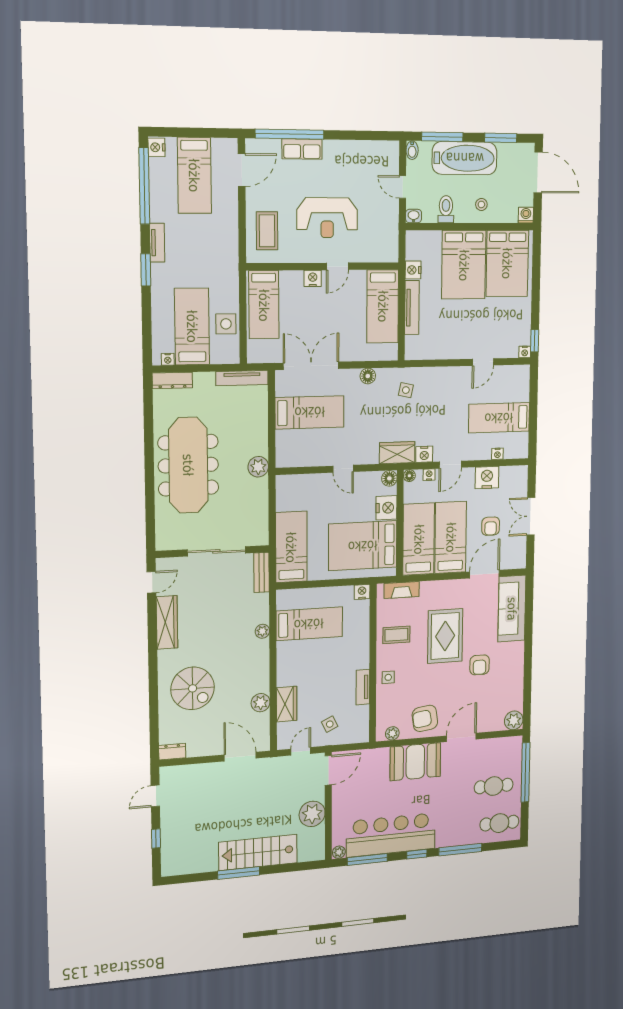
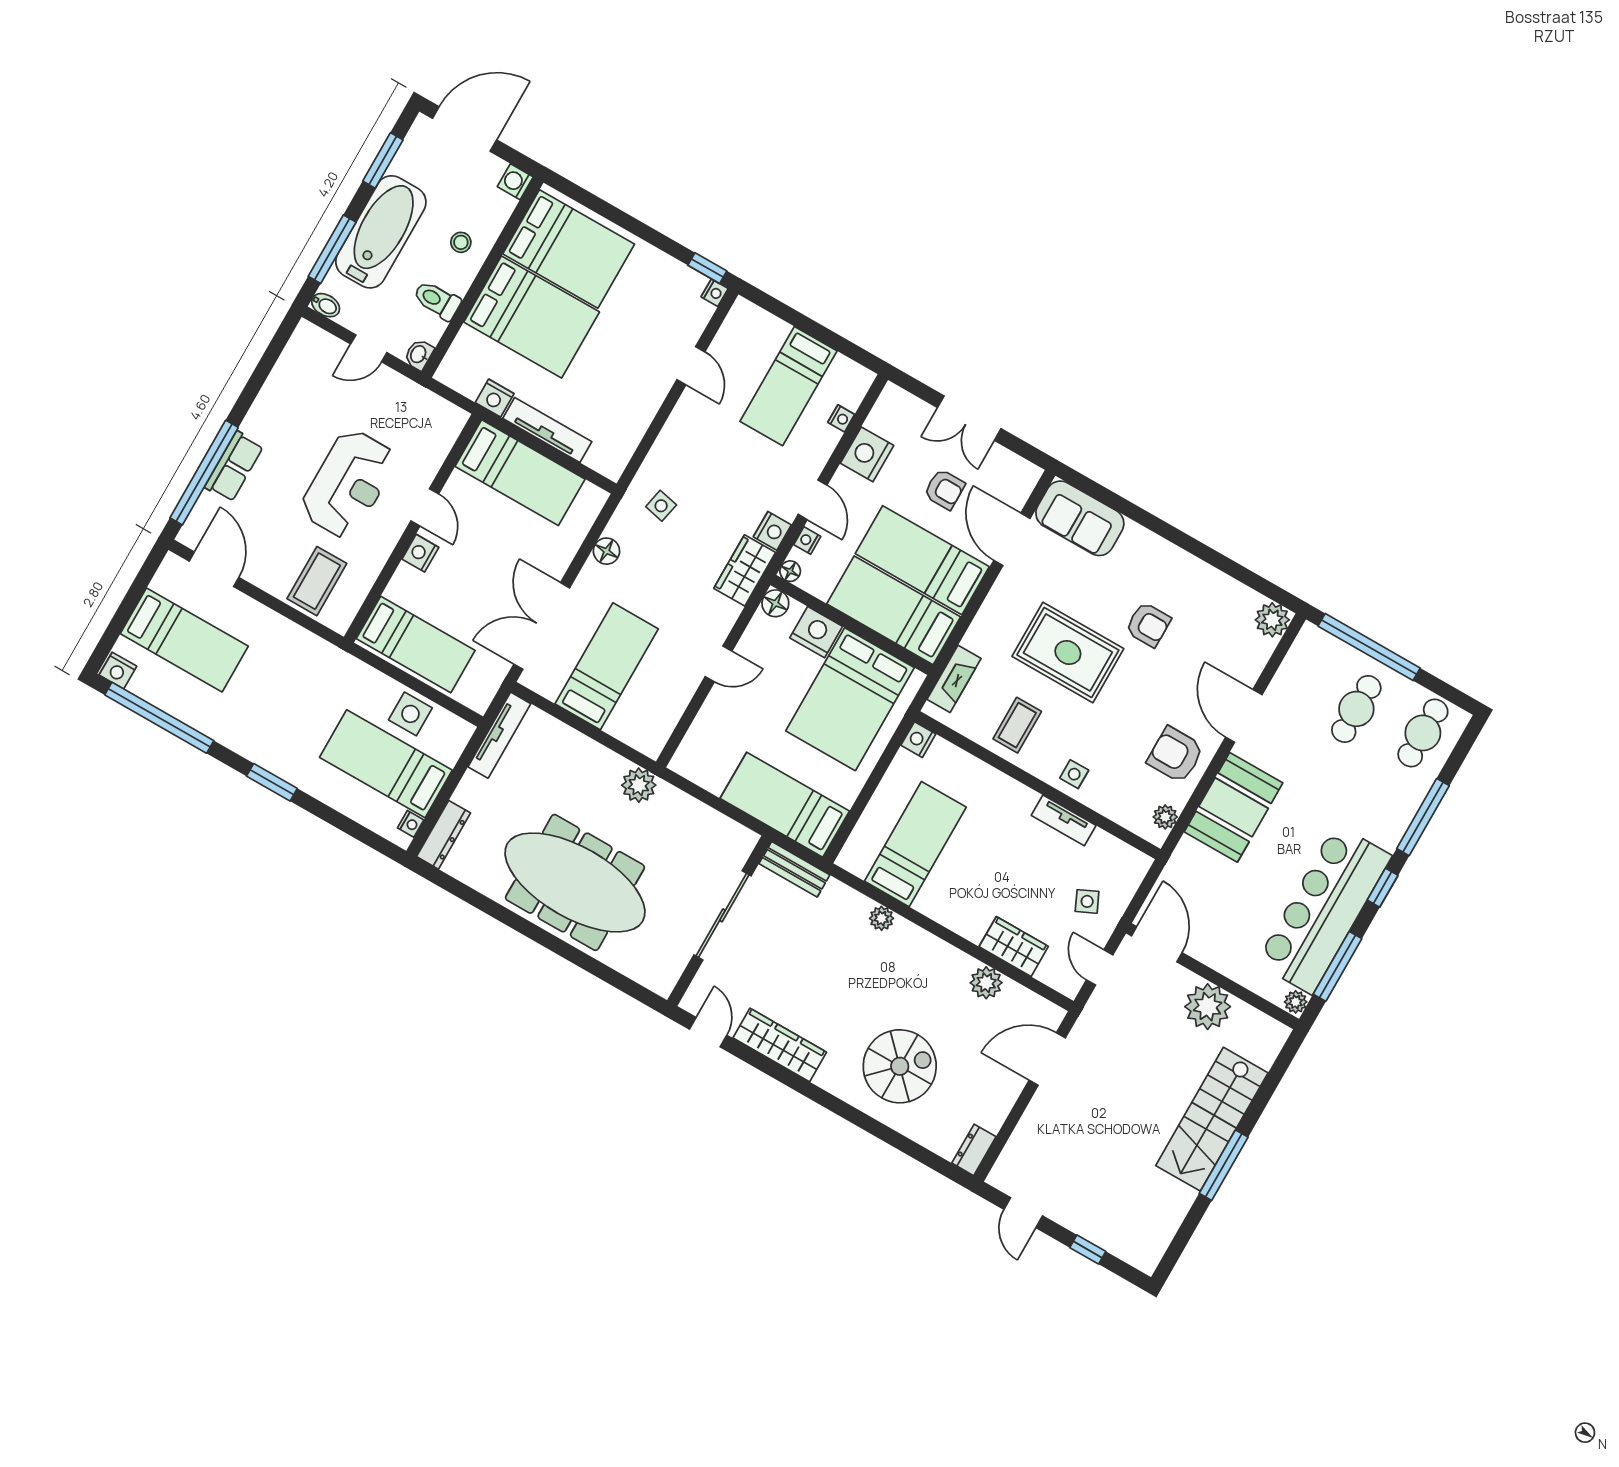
coffee table: (267, 231) -> (317, 581), turned 90
tv unit: (157, 243) -> (244, 745), removed
sofa: (512, 609) -> (1080, 518), width x0.73
armchair: (425, 718) -> (1175, 755), turned 98

